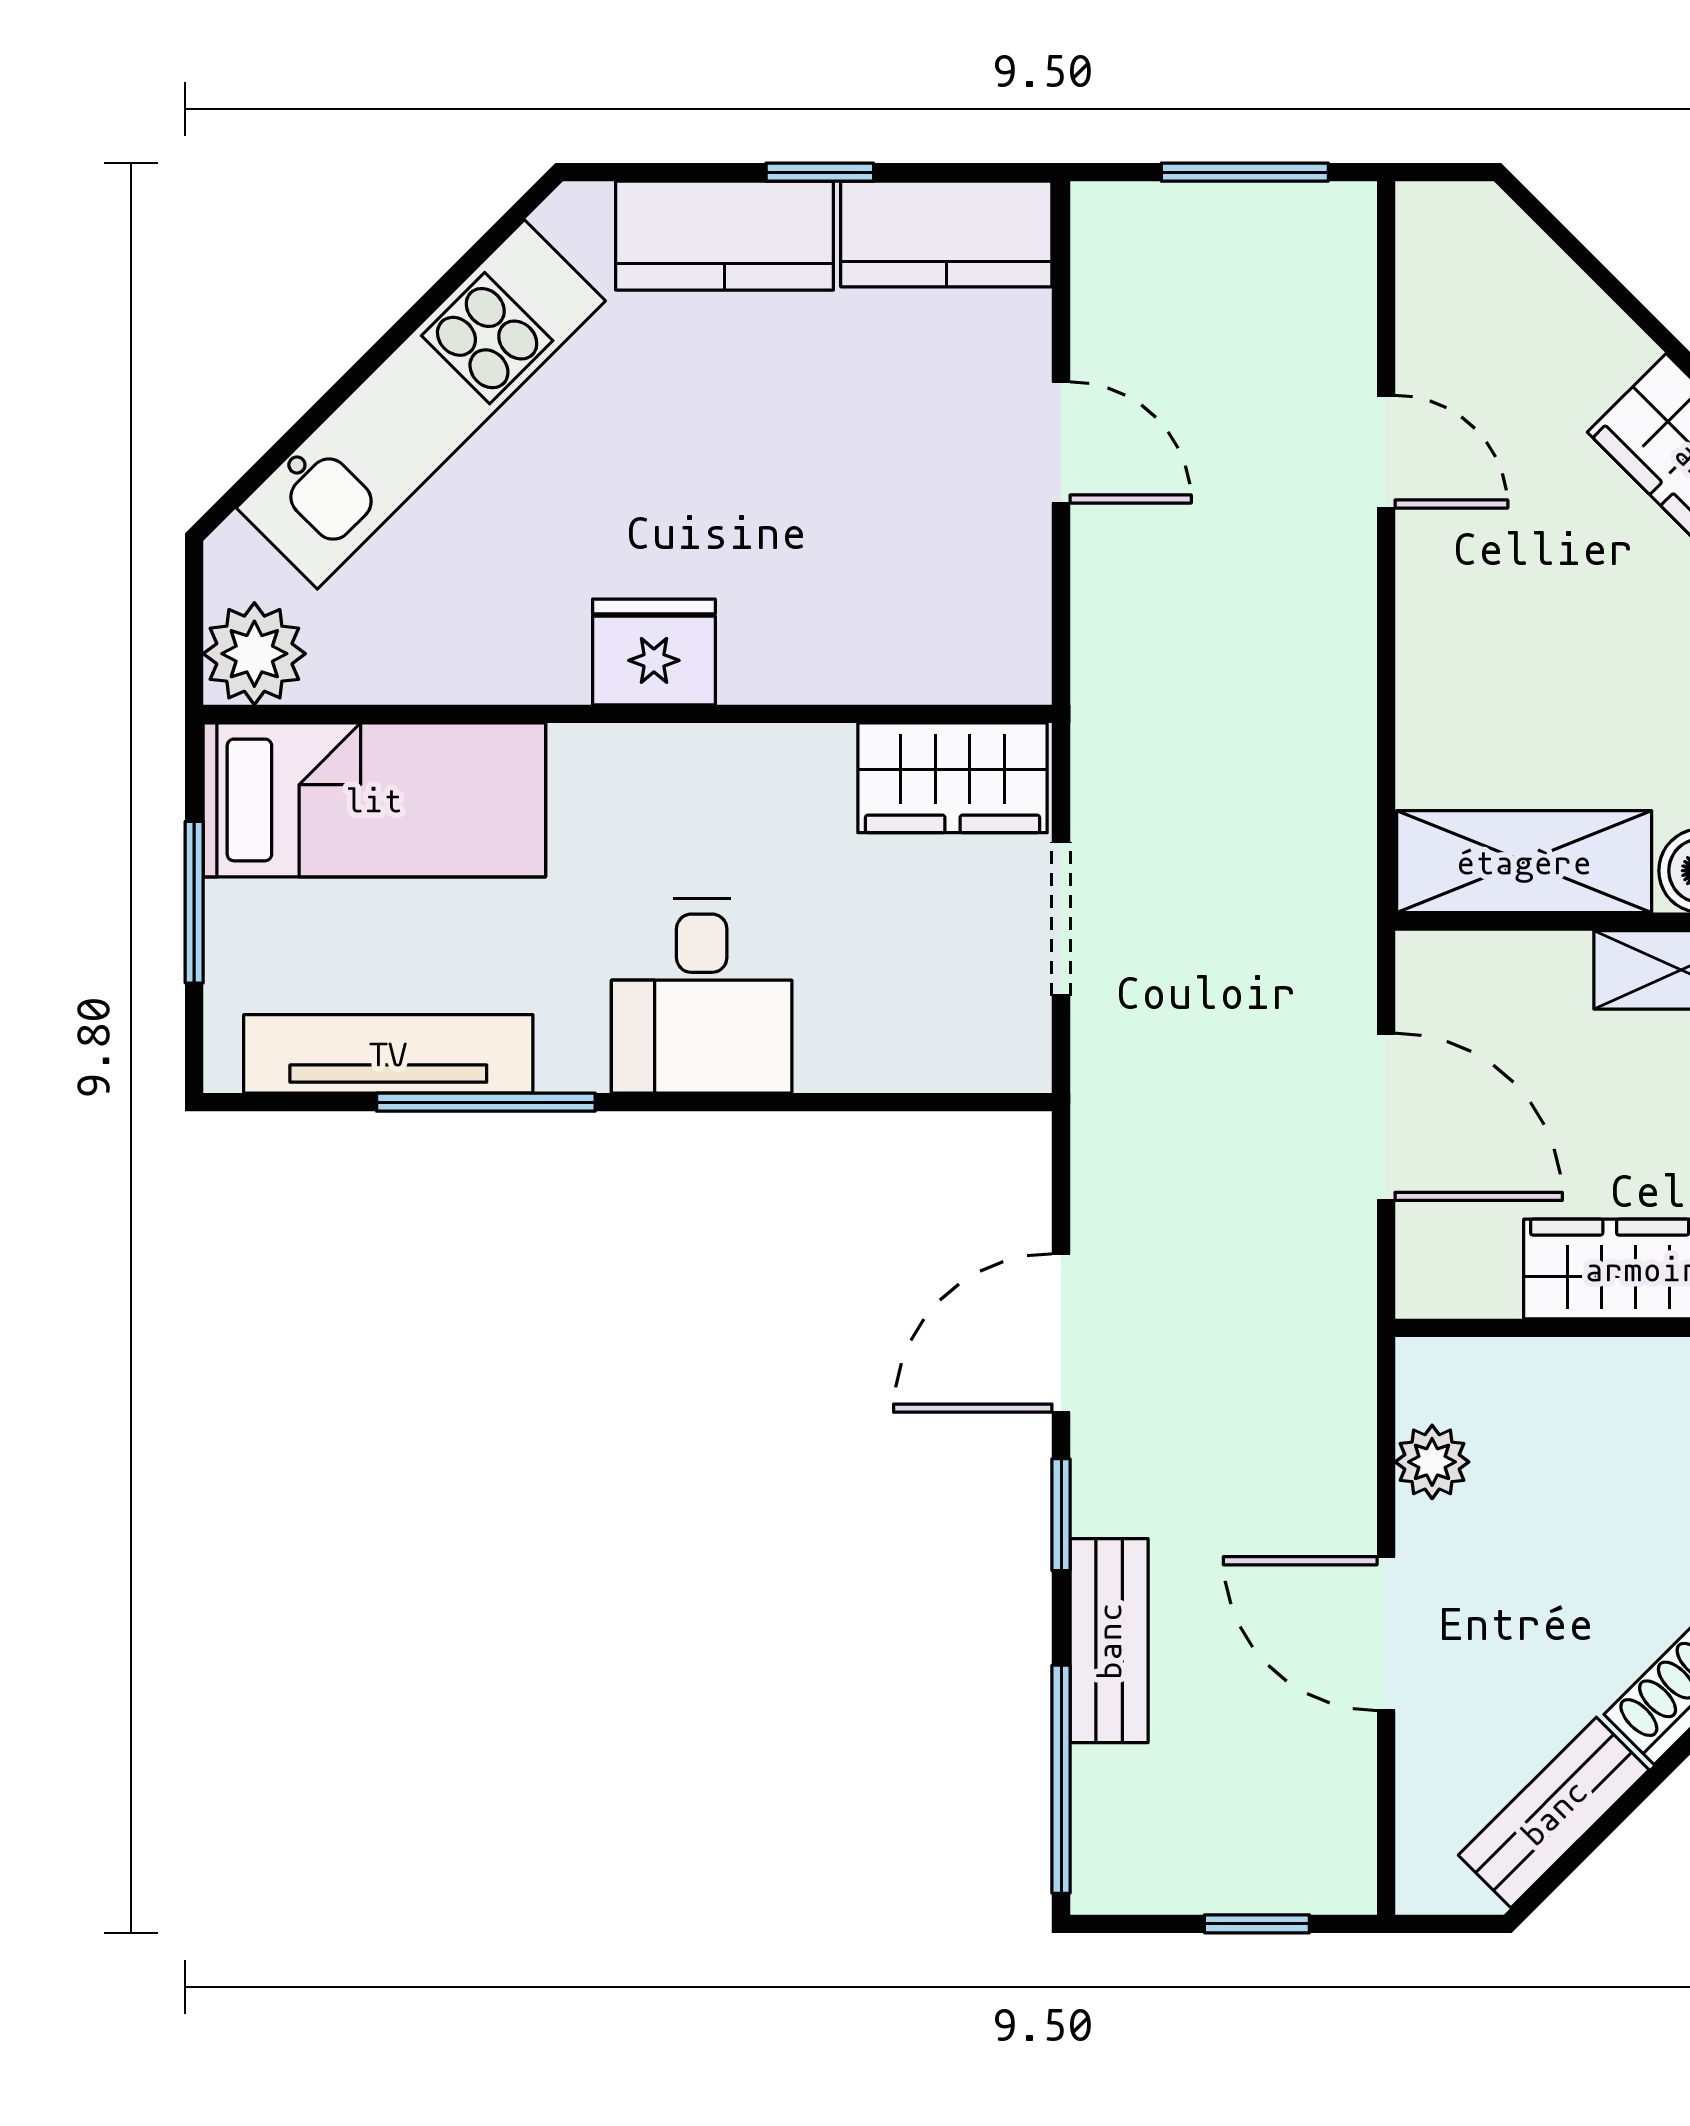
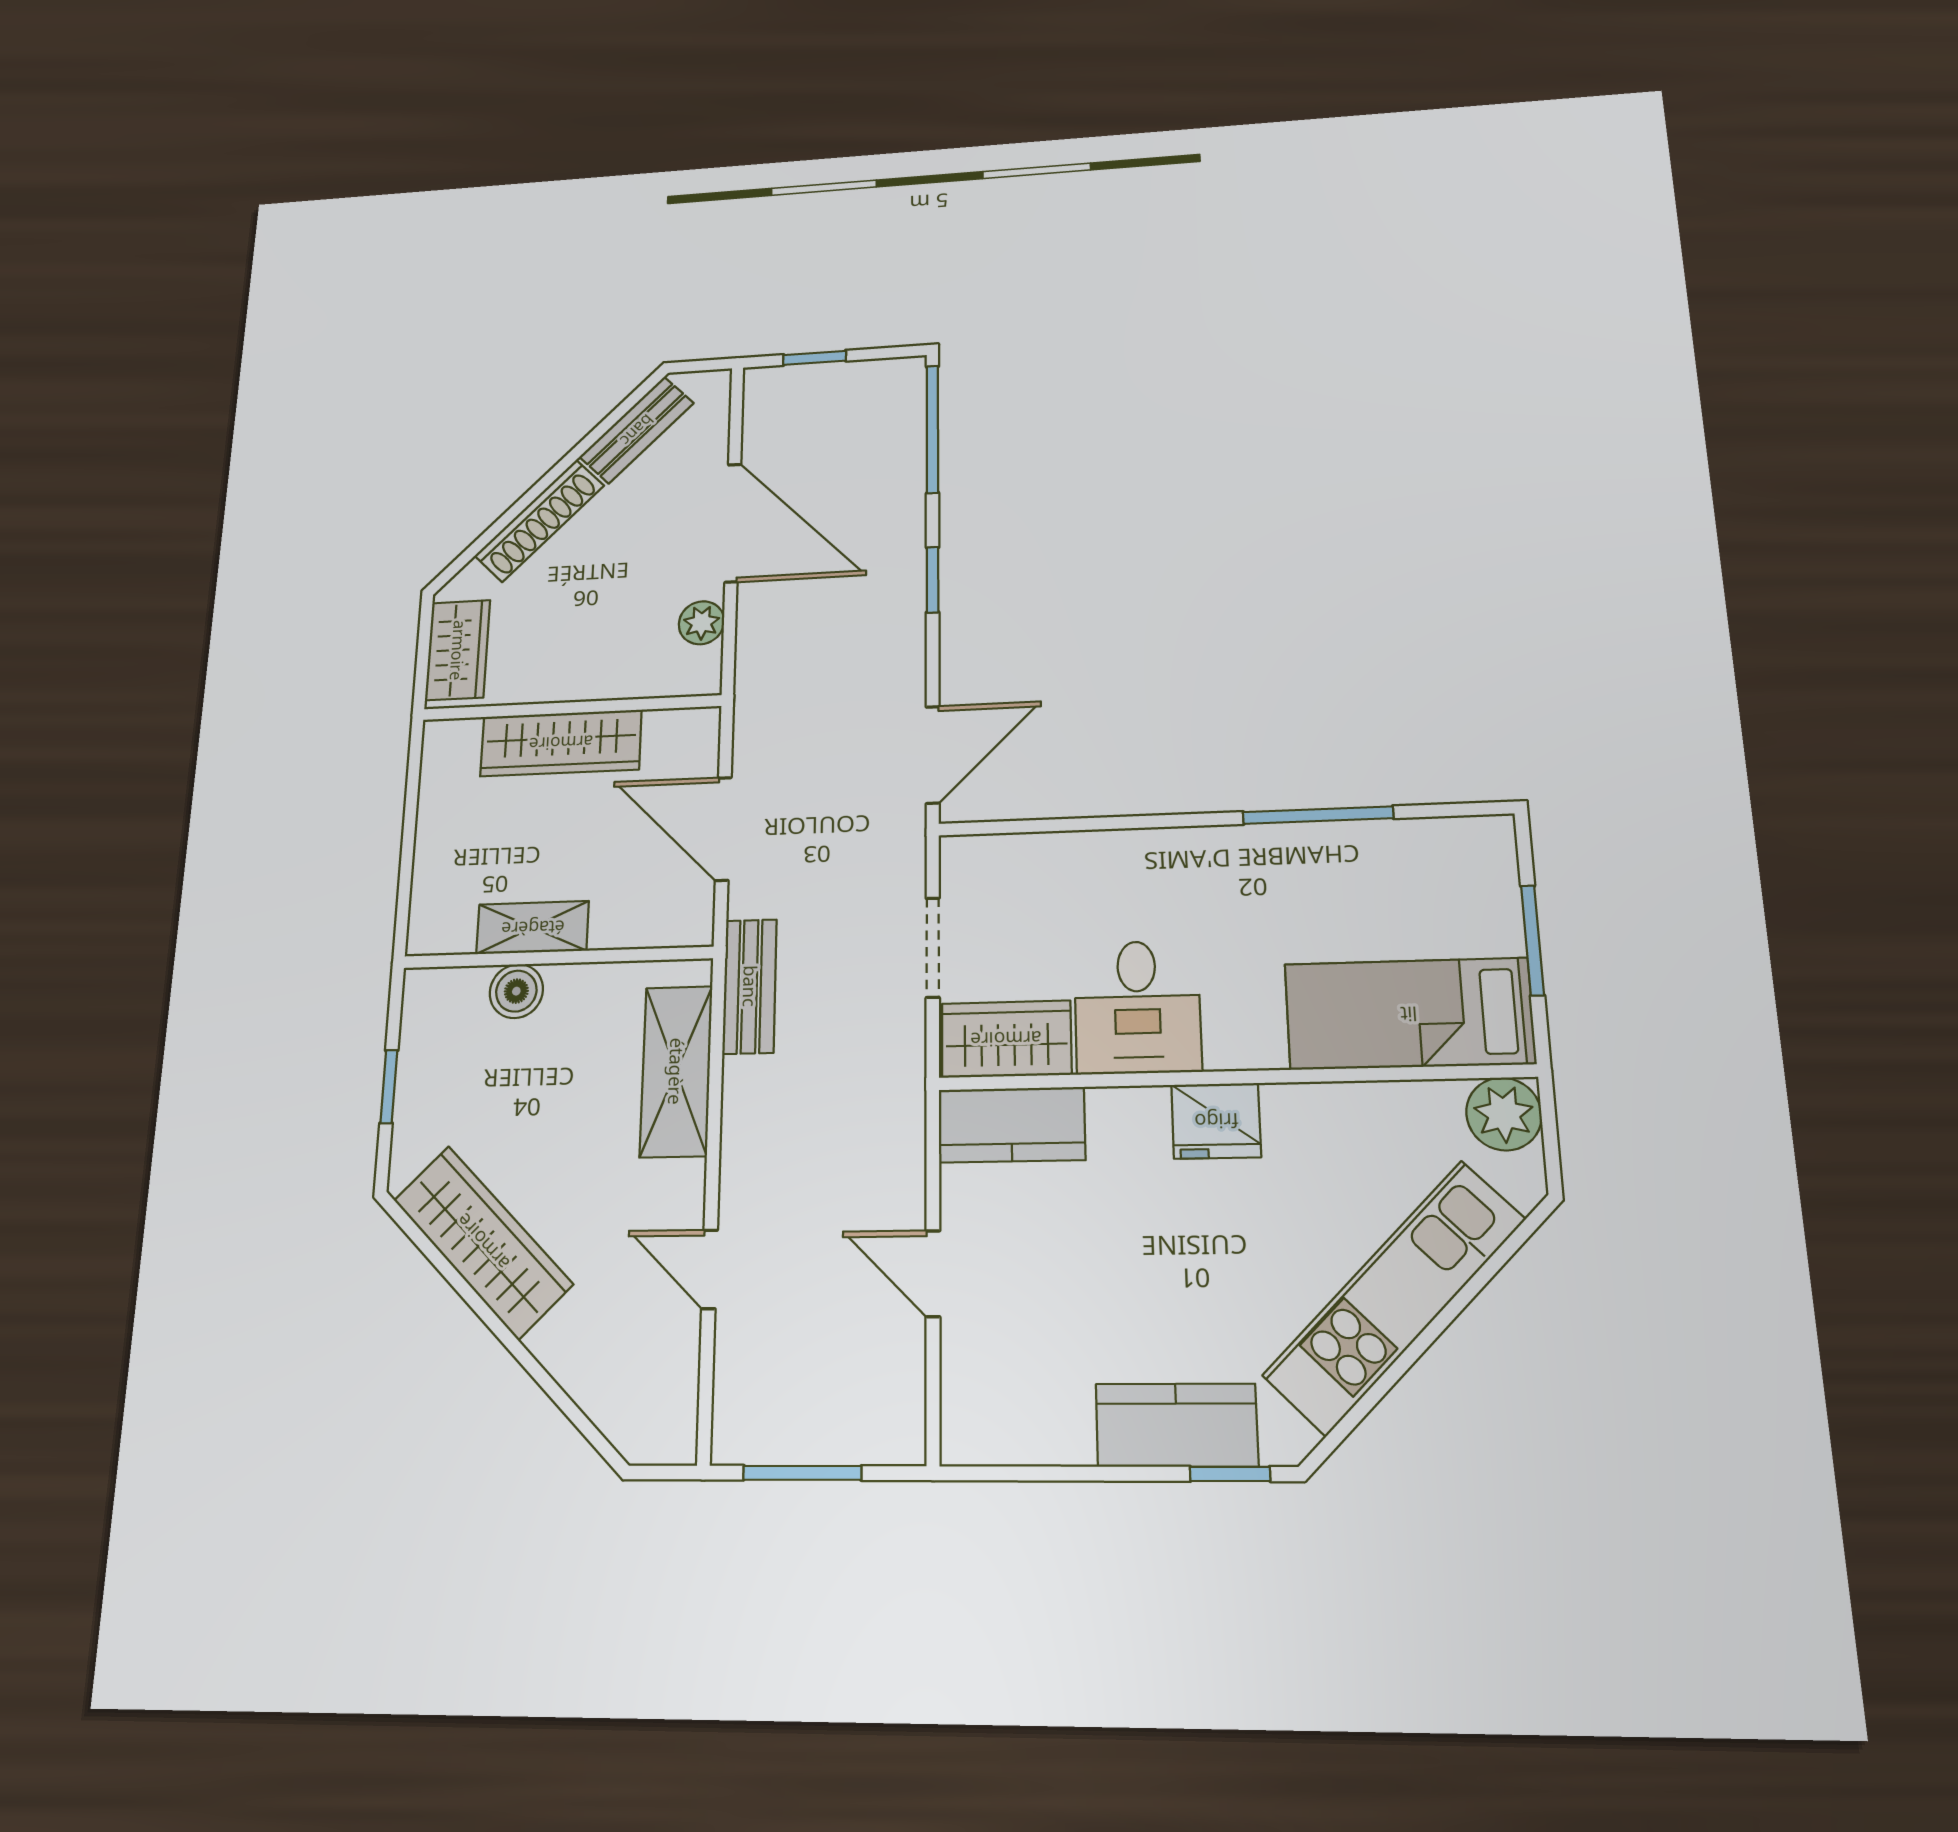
window: (820, 172) -> (1230, 1474), moved
kitchen counter: (946, 234) -> (1012, 1125), moved, turned 180
shelving: (1524, 862) -> (676, 1071), moved, turned 90
desk: (702, 996) -> (1137, 1007), moved, turned 180
tv unit: (388, 1054) -> (1387, 844), removed
door: (1061, 1333) -> (933, 755), moved
door: (1386, 1634) -> (733, 523), width x1.36
bench: (1109, 1641) -> (750, 986), moved

